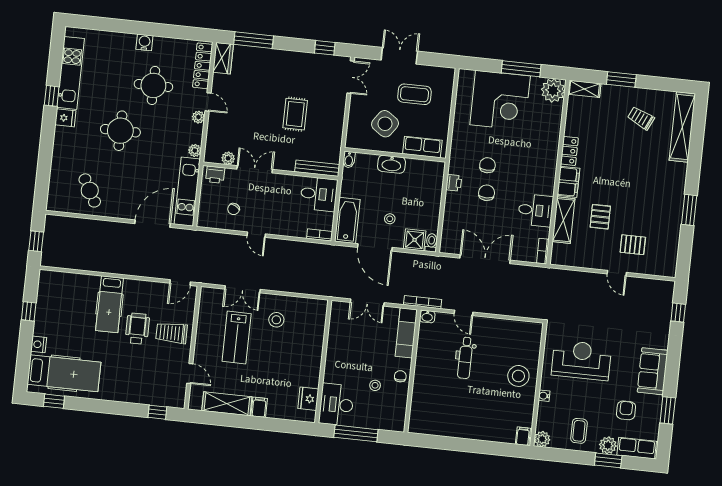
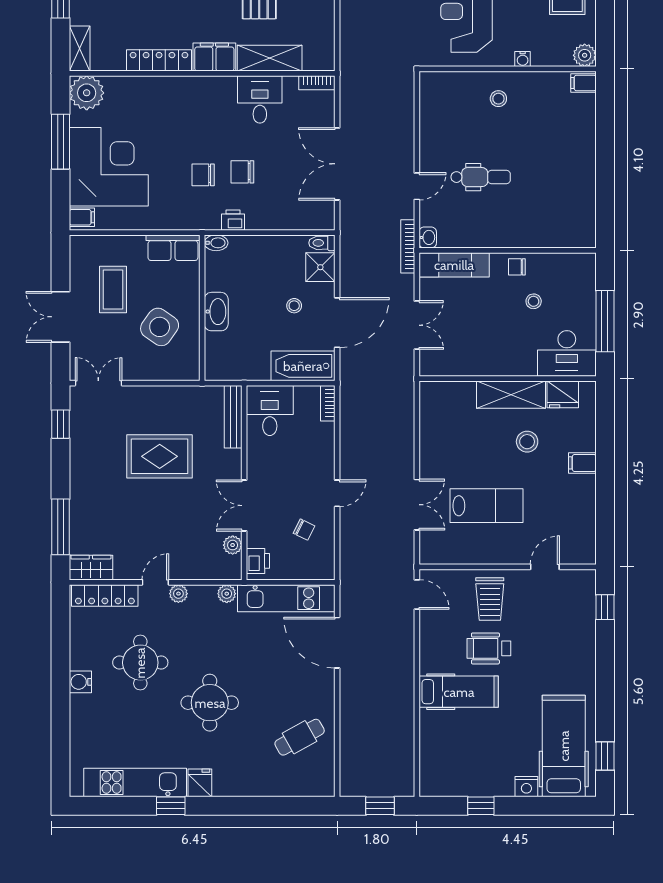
filing cabinet: (467, 78) -> (82, 217), added
rug: (295, 114) -> (160, 456), width x1.36, depth x1.43
row of seats: (422, 147) -> (173, 248), moved, turned -90
locker: (569, 151) -> (159, 60), width x1.53
bidet: (349, 160) -> (216, 243), moved
stool: (276, 320) -> (527, 442), moved
stool: (518, 376) -> (498, 99), width x0.53, depth x0.53
shelving: (227, 404) -> (511, 395), moved, turned 90

